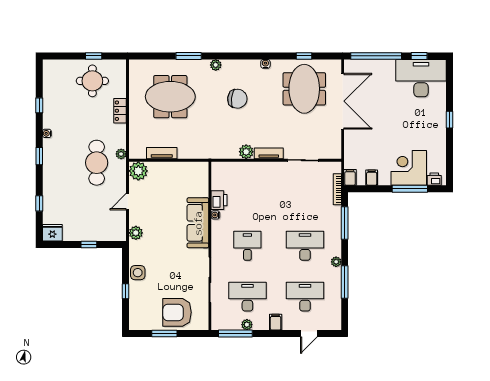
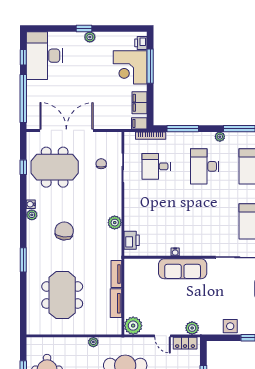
window: (189, 56) -> (23, 260), moved
plant: (216, 65) -> (32, 215), moved
locker: (120, 111) -> (185, 343), moved
plant: (440, 126) -> (90, 37), added
chair: (308, 138) -> (101, 164), added
tv unit: (269, 153) -> (116, 274), moved
plant: (121, 154) -> (93, 342), moved
filing cabinet: (372, 178) -> (139, 103), width x2.00
printer: (219, 200) -> (132, 240), moved, turned 90
desk: (247, 246) -> (156, 166), moved

